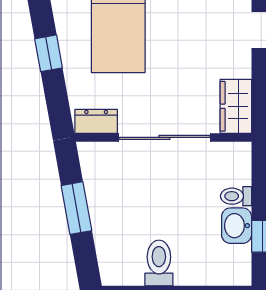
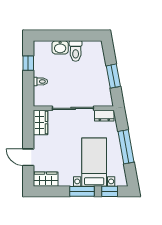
window: (49, 53) -> (126, 147), width x2.17
washbasin: (237, 226) -> (60, 47), moved, turned 90

